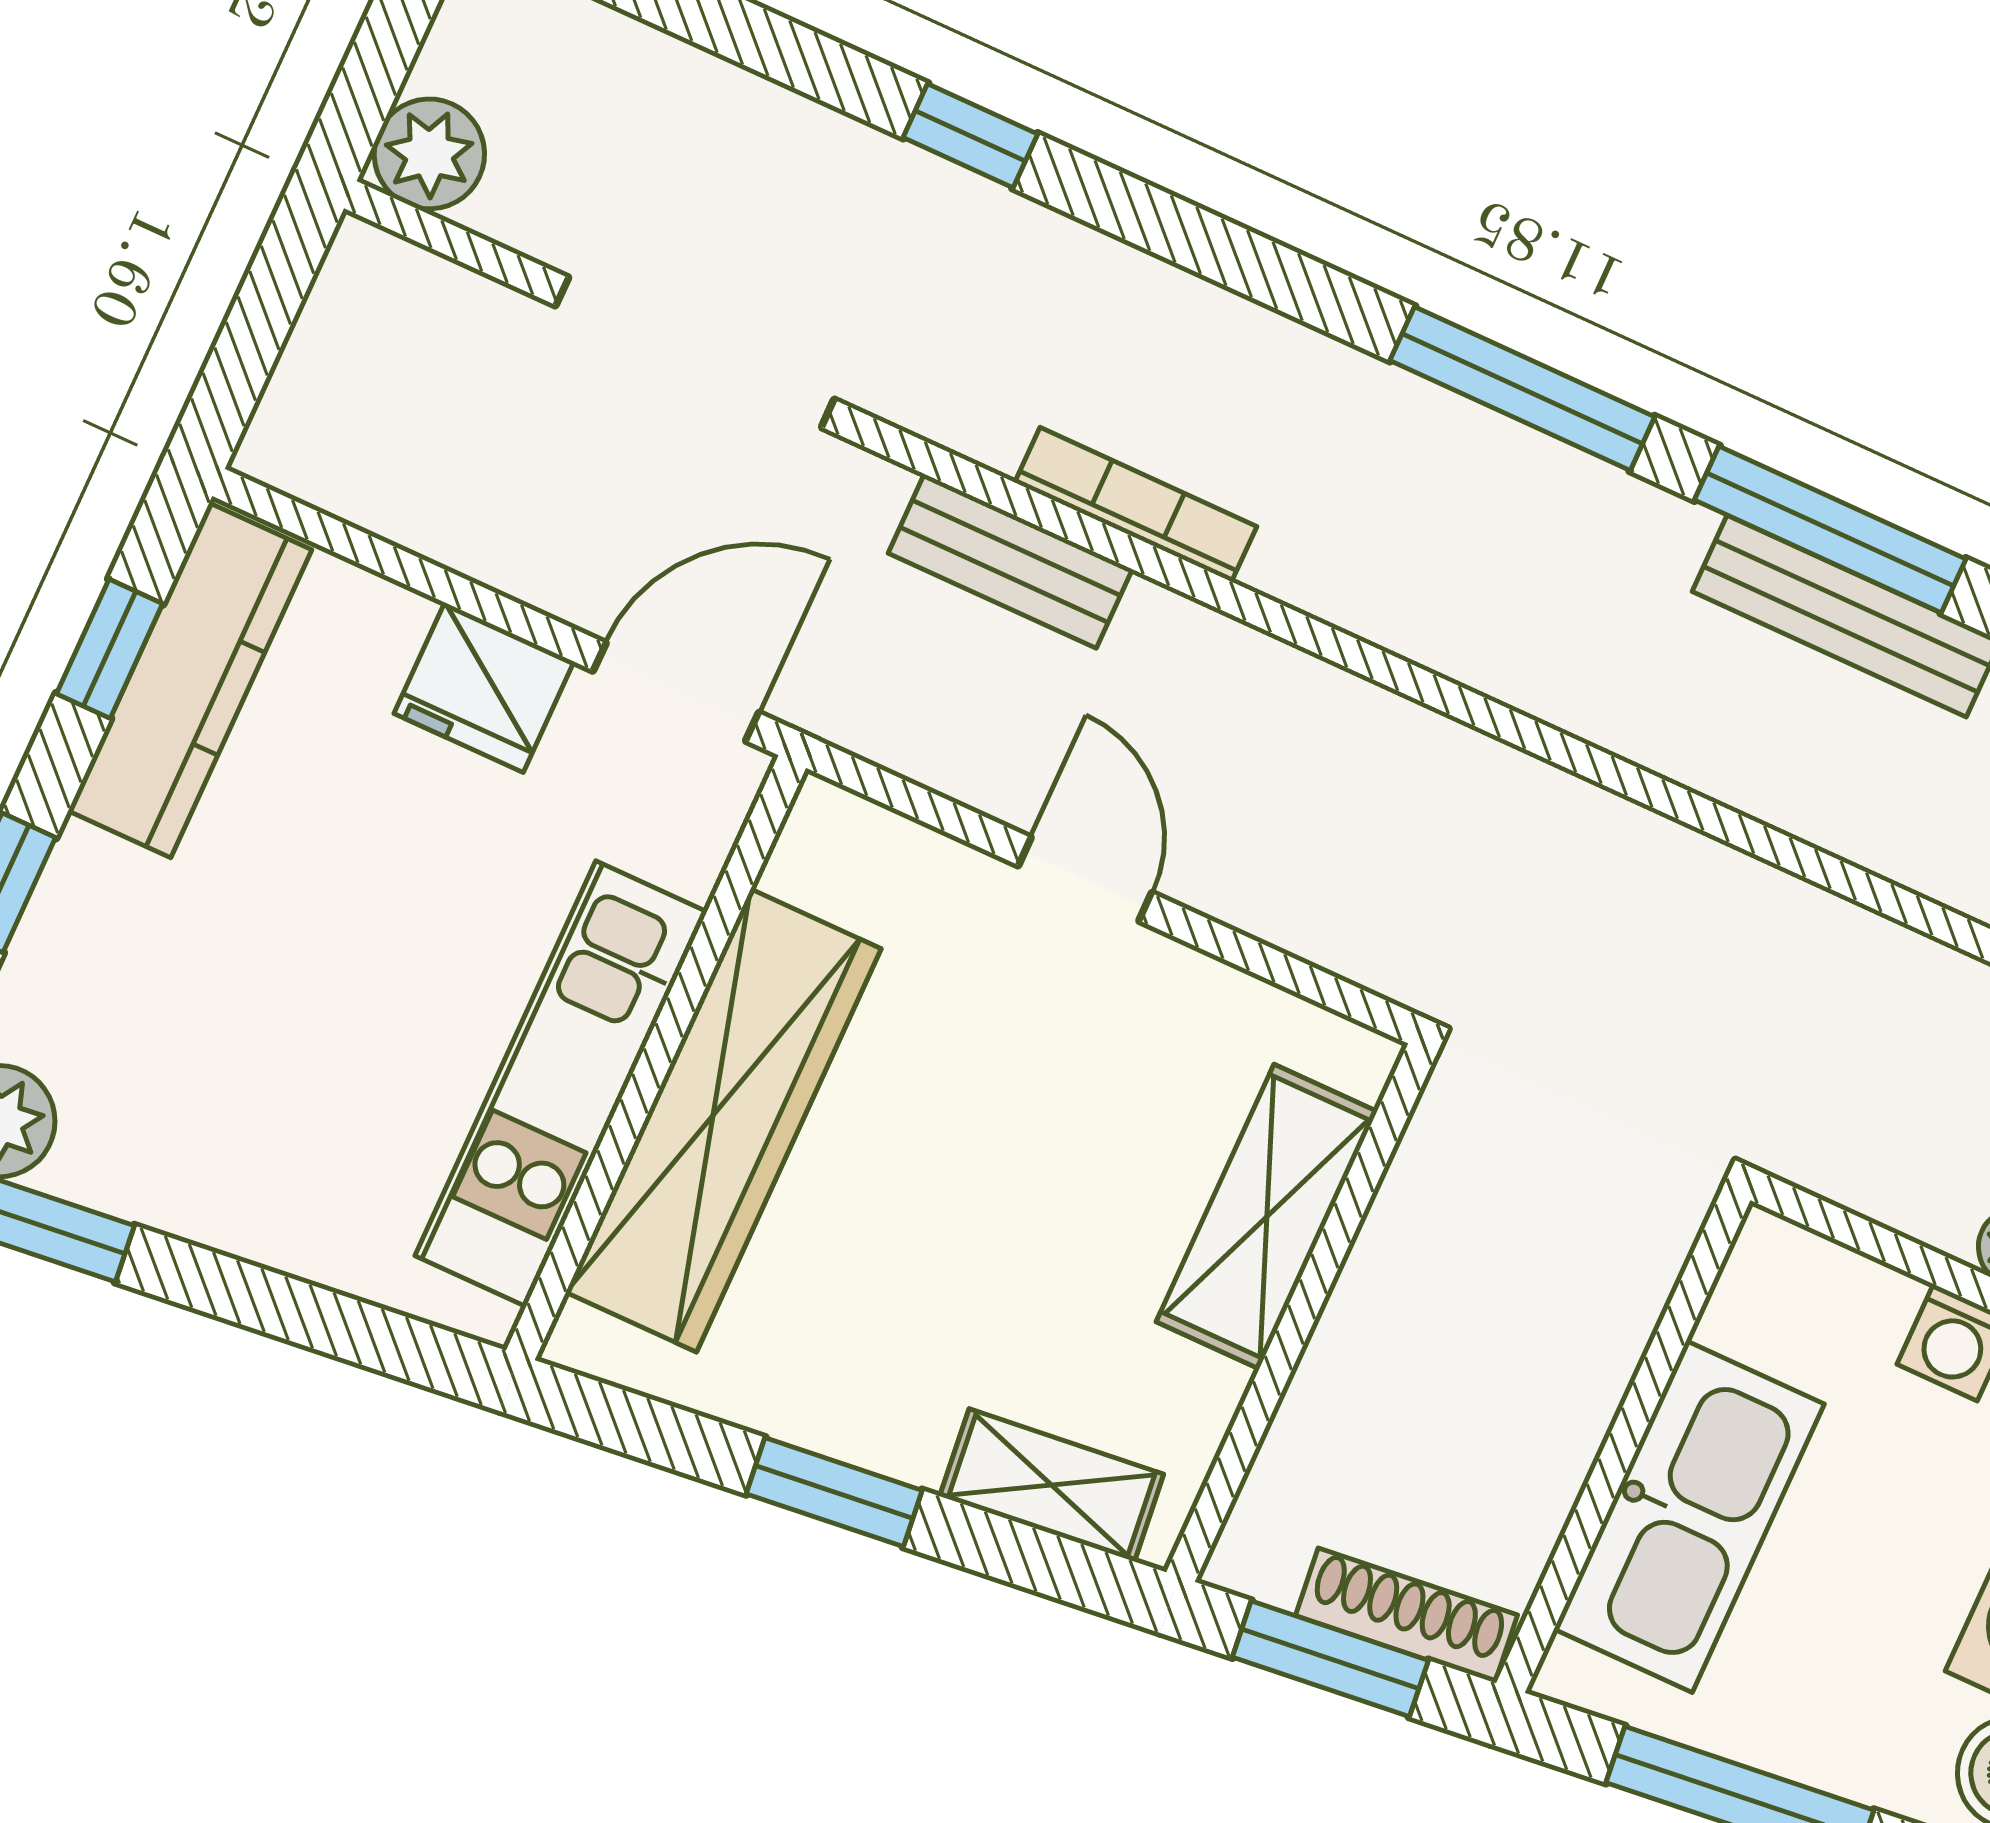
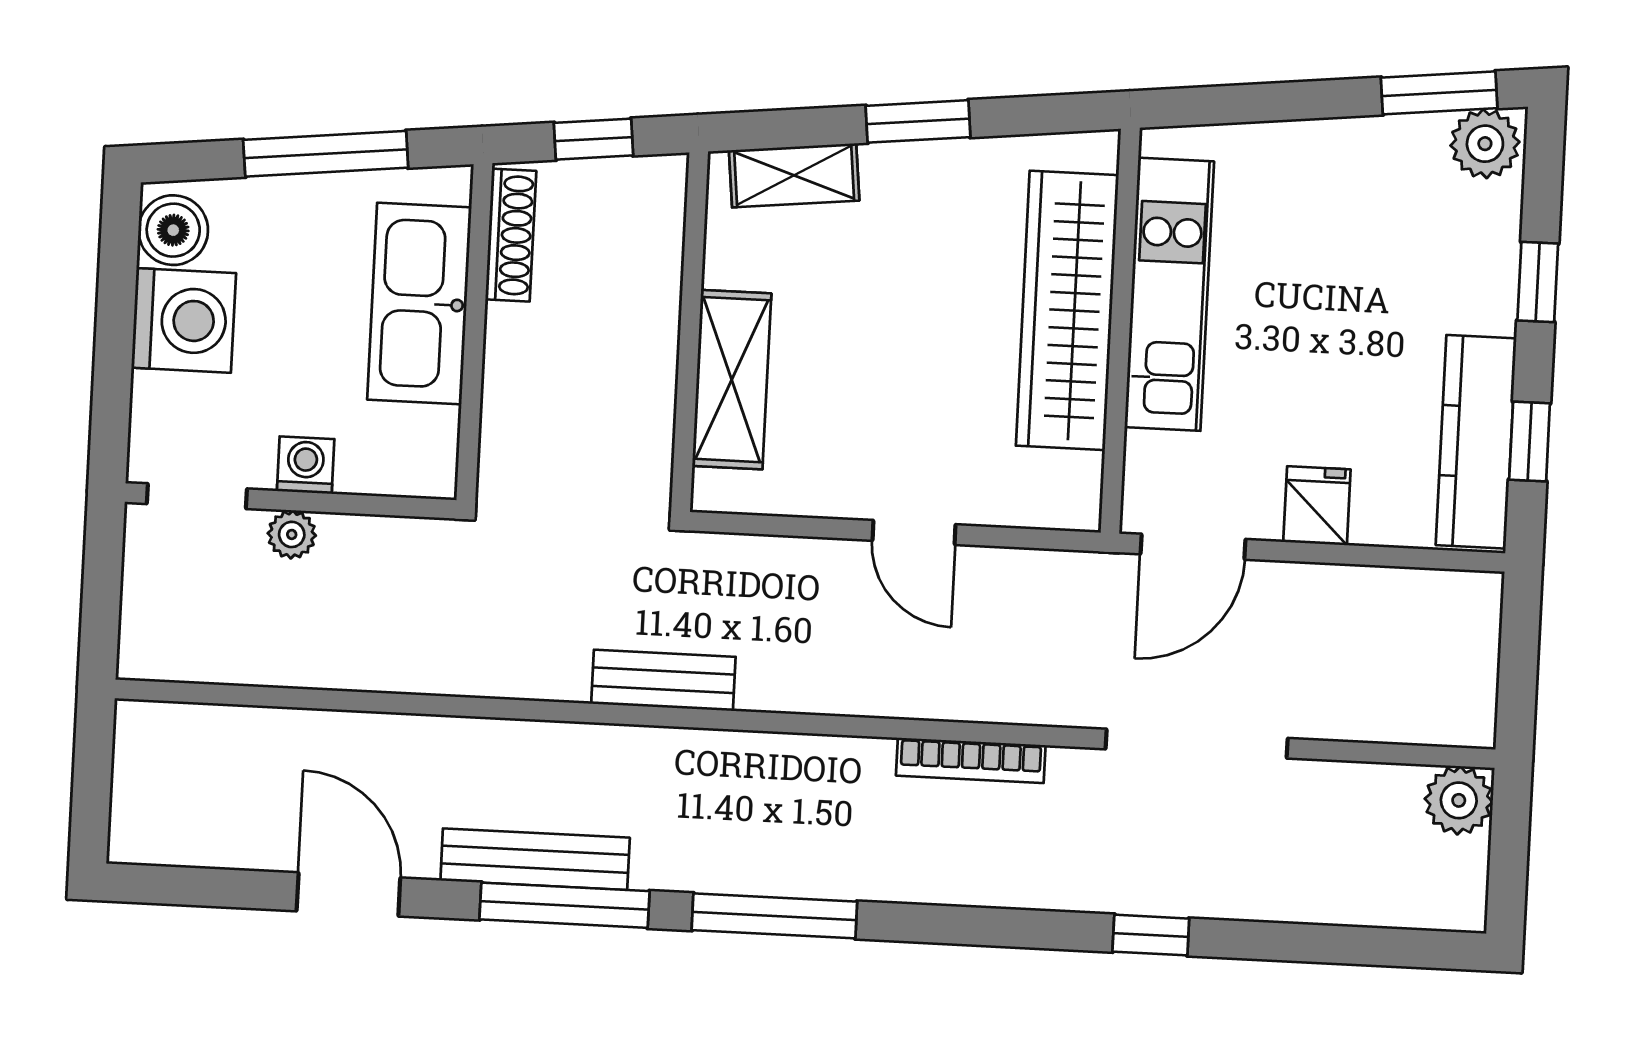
doorway: (695, 352) -> (1197, 744), moved
bench: (1010, 561) -> (663, 680), moved
fridge: (484, 688) -> (1317, 506), width x0.72
shoe rack: (1406, 1615) -> (511, 235), moved, turned -84
window: (1330, 1659) -> (594, 139), width x0.67

